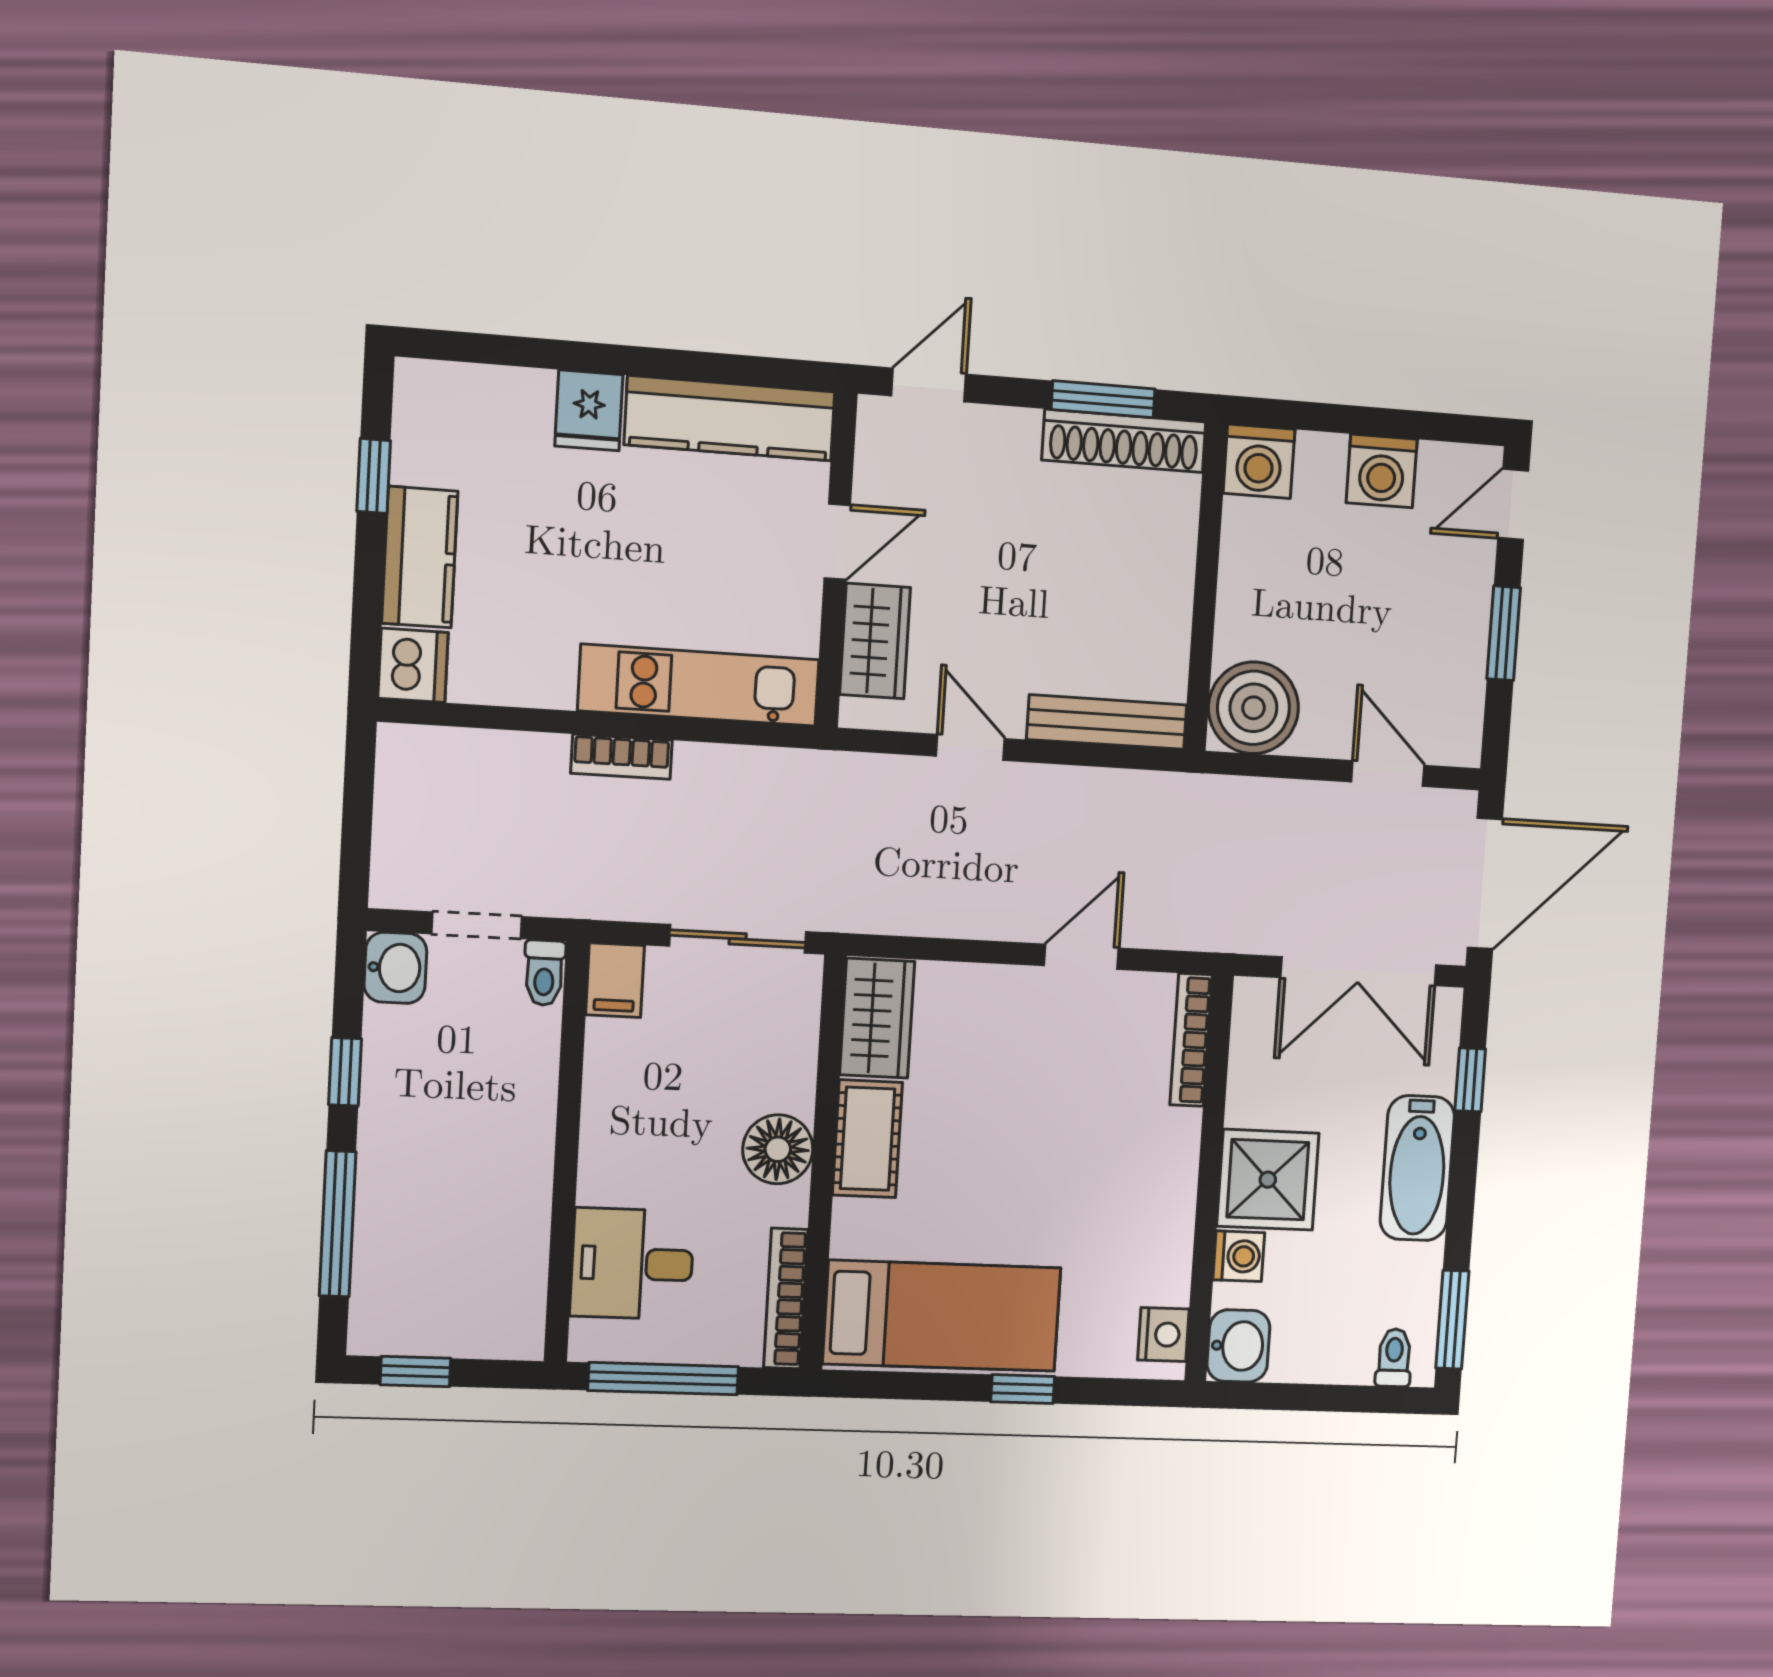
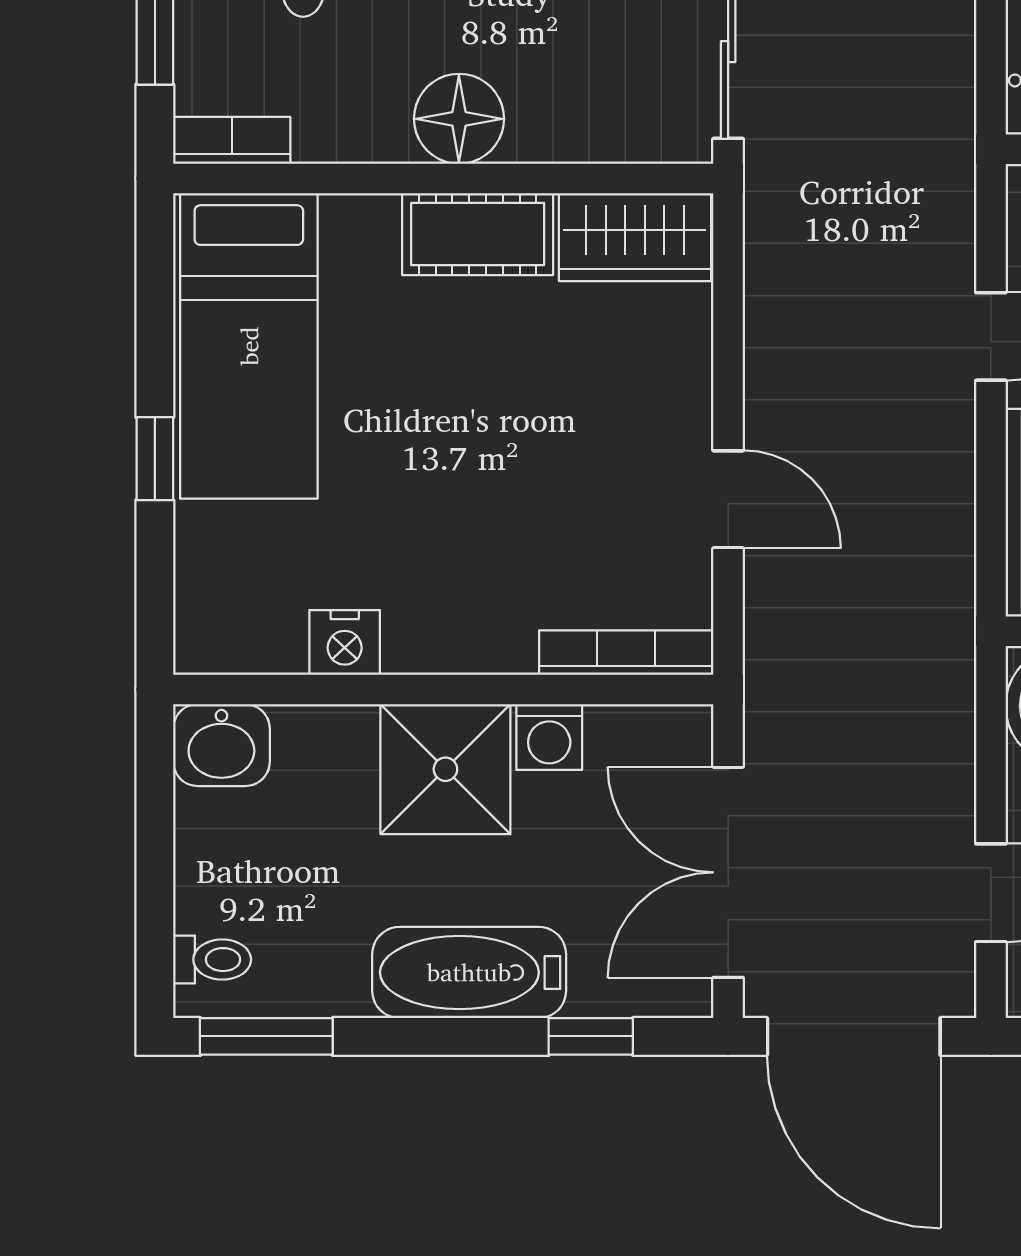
washing machine: (1239, 1256) -> (549, 737), moved
bookcase: (786, 1299) -> (232, 140), width x0.64
nightstand: (1163, 1334) -> (345, 642), moved

